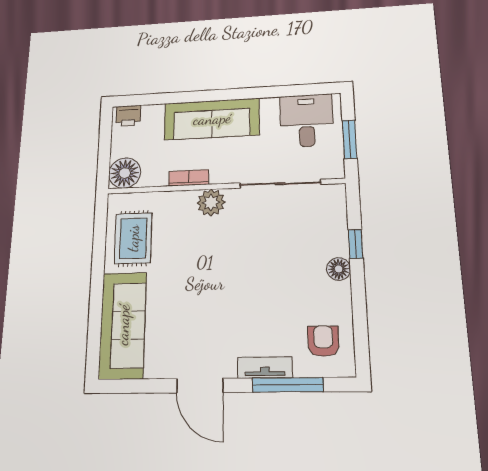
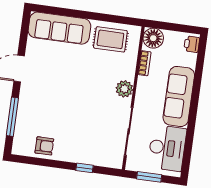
desk: (307, 121) -> (167, 148), width x1.37
bookcase: (189, 178) -> (145, 63), moved
floor lamp: (339, 269) -> (72, 156), removed
armchair: (323, 341) -> (44, 146), moved
tv unit: (265, 368) -> (23, 106), removed

